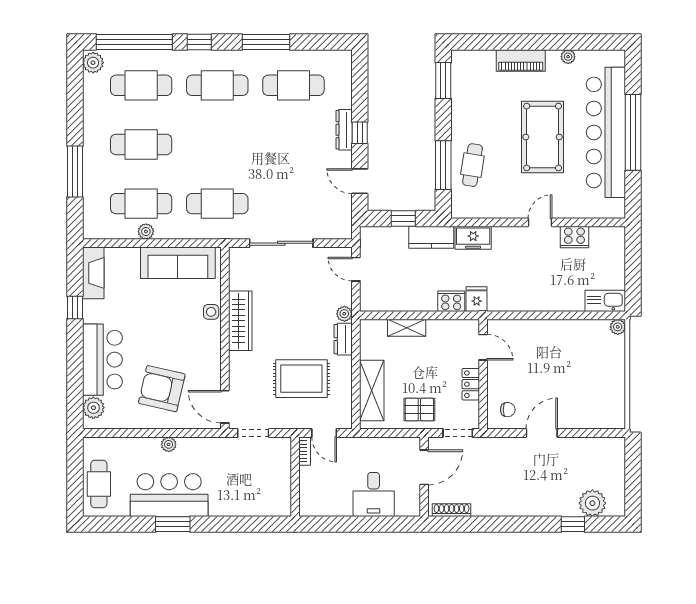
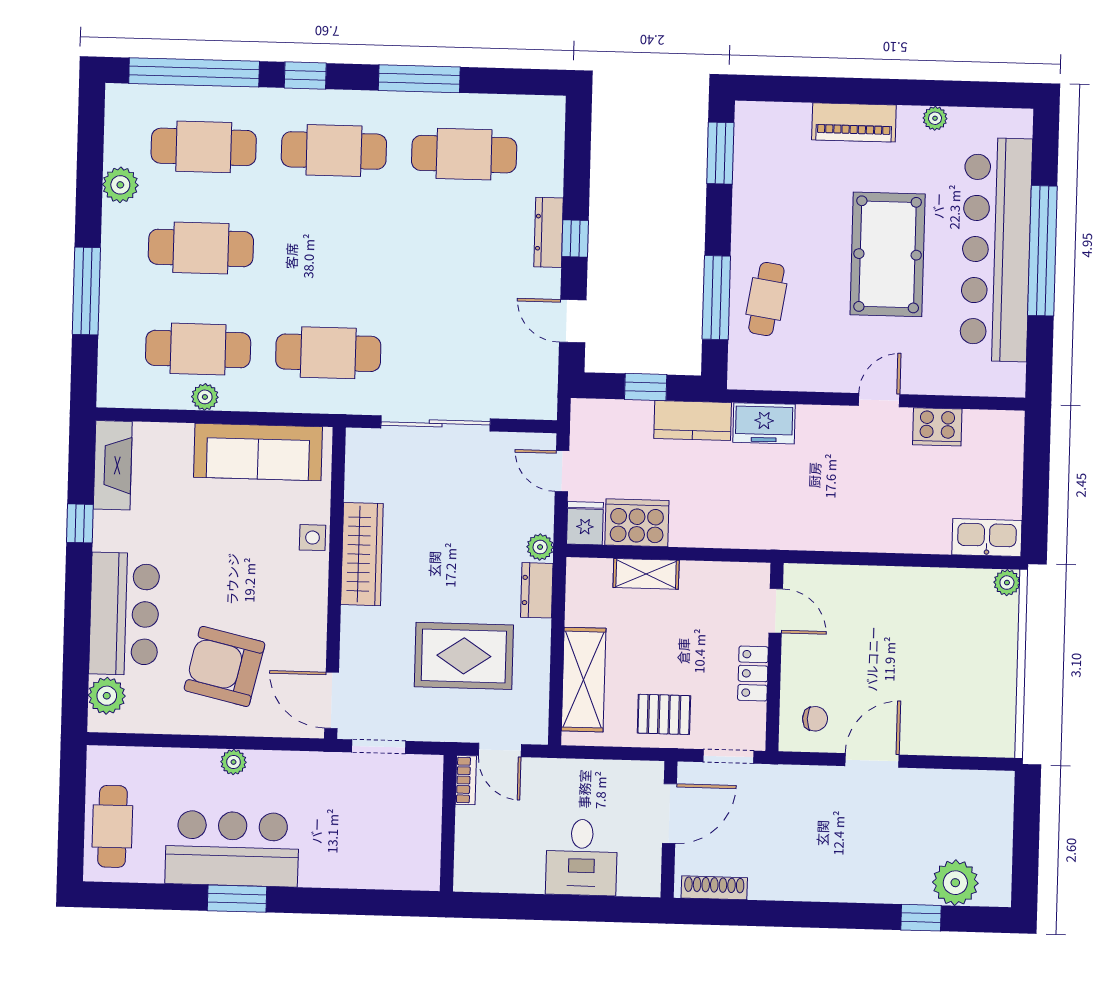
plant: (93, 63) -> (120, 185), moved
fridge: (477, 299) -> (585, 523), moved
cooker: (451, 301) -> (637, 523), moved, width x1.37, depth x1.31

